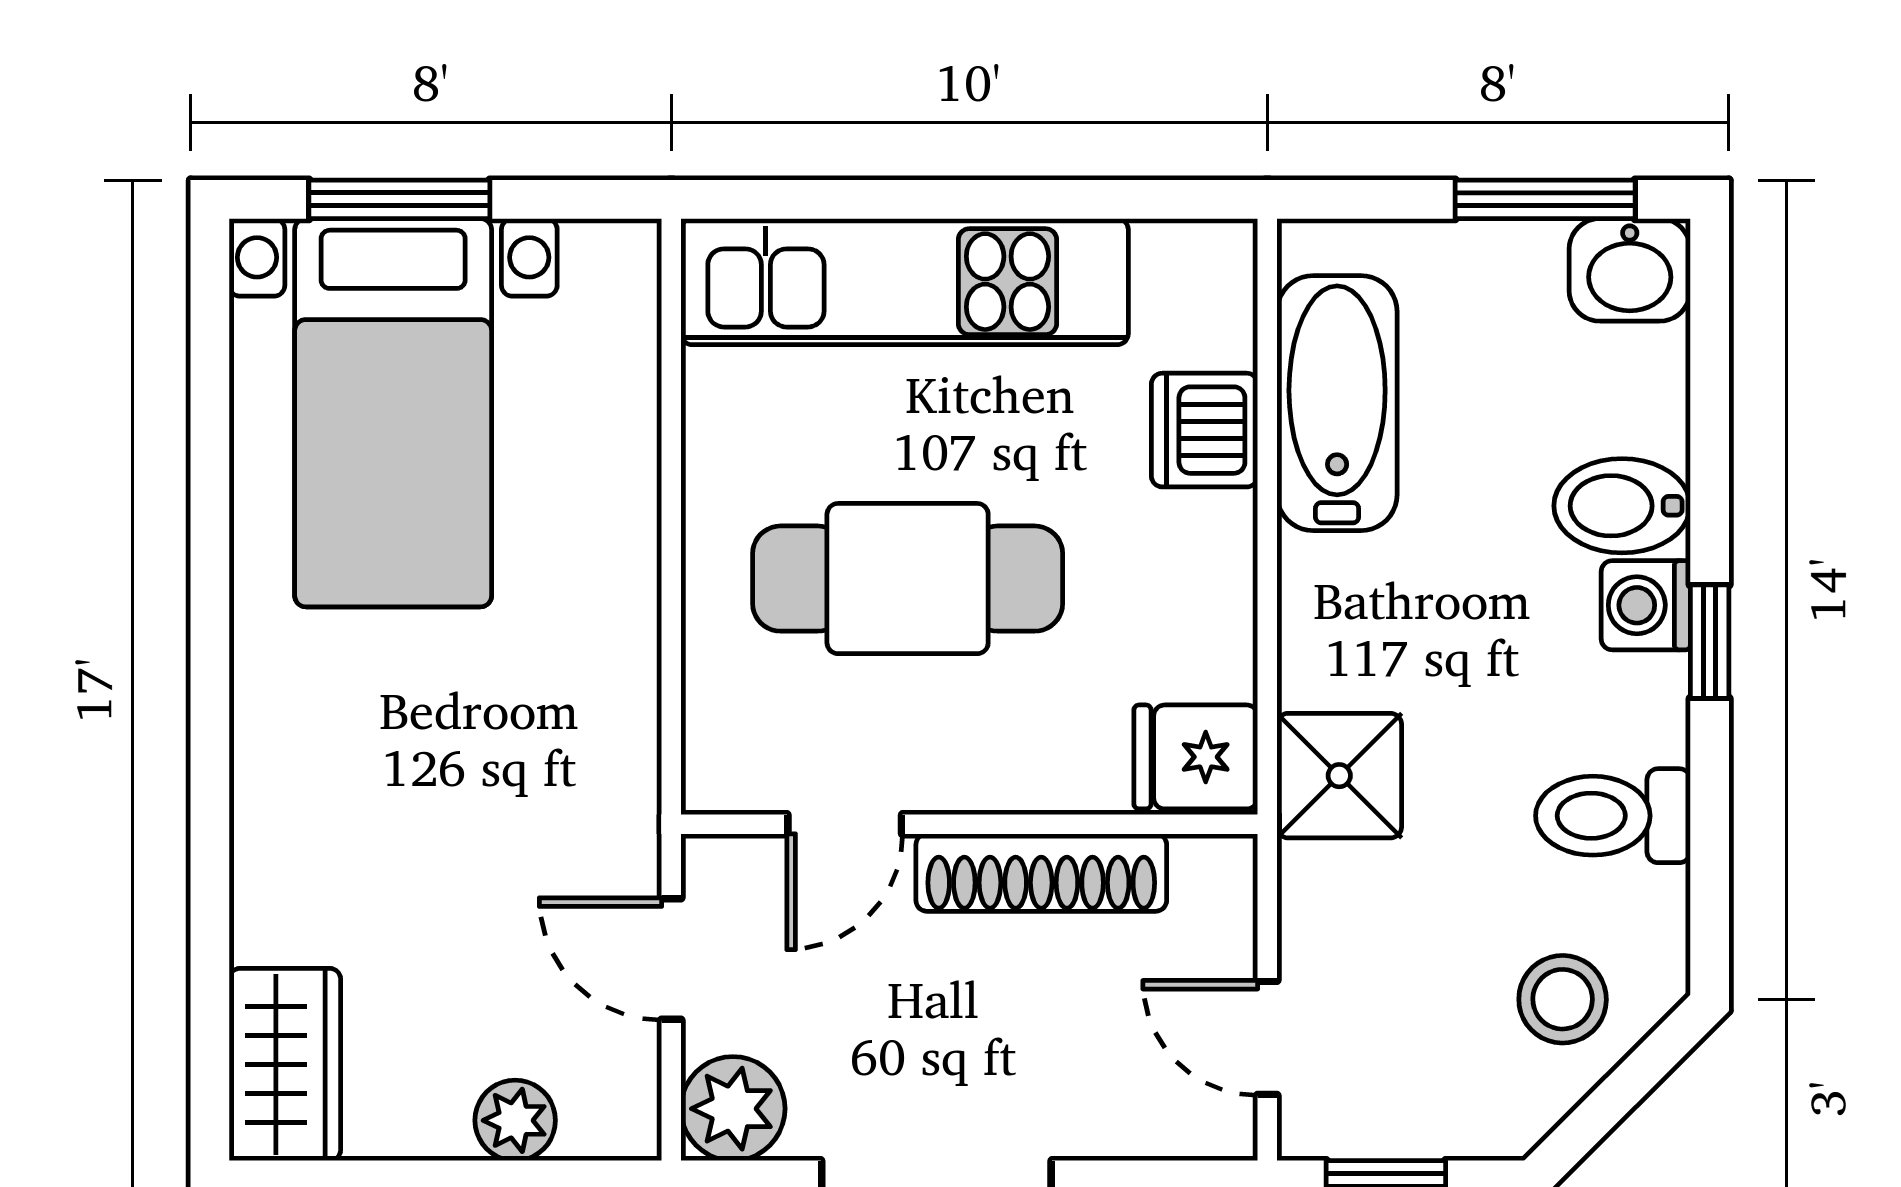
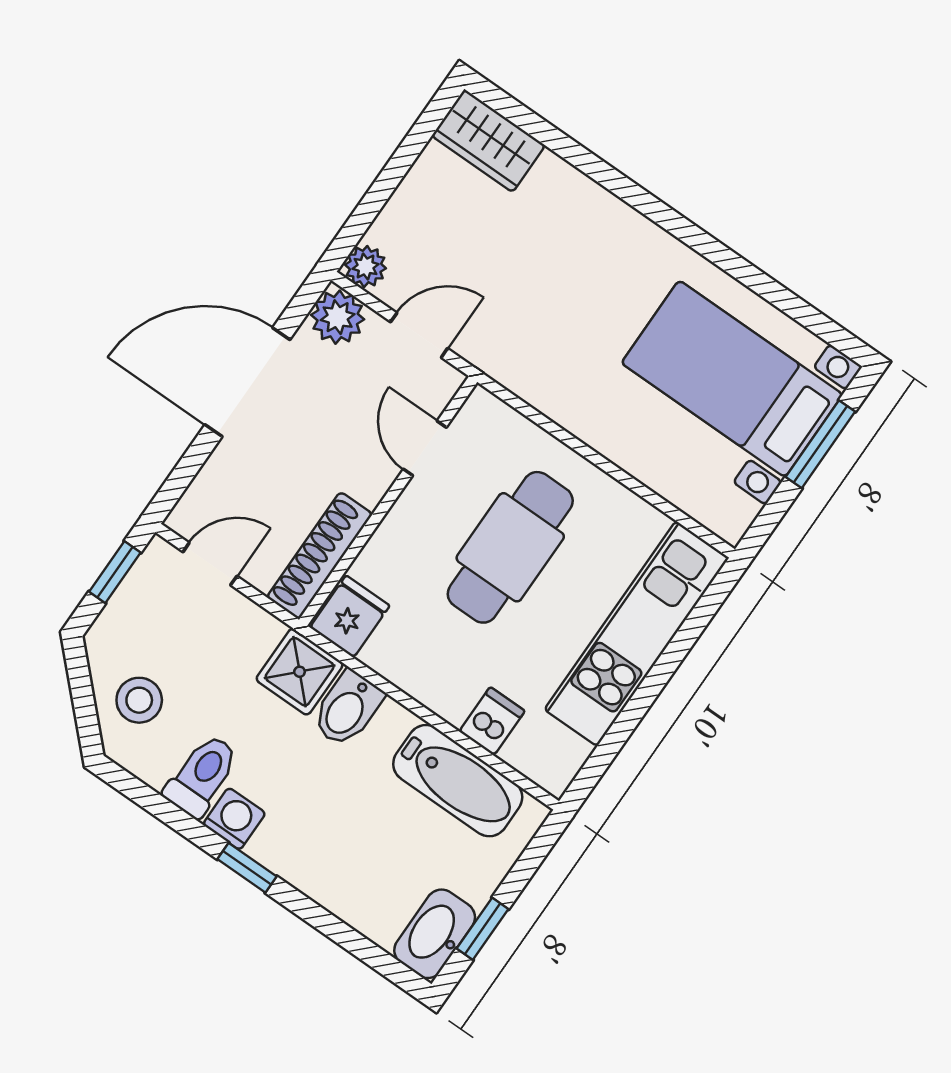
window: (1545, 199) -> (482, 929), width x0.67
washbasin: (1630, 270) -> (435, 934), width x1.38
dishwasher: (1205, 430) -> (492, 721), width x0.73
bidet: (1622, 506) -> (347, 709), moved, turned 180
washing machine: (1646, 605) -> (234, 819), moved
shoe rack: (1041, 873) -> (320, 556), moved
plant: (515, 1120) -> (366, 267), moved

